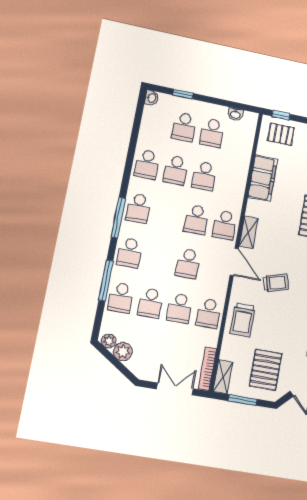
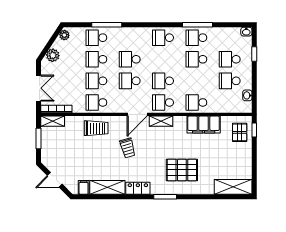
school desk: (204, 176) -> (196, 102), moved
window: (118, 217) -> (197, 25), moved
school desk: (130, 253) -> (130, 59), moved
trolley: (243, 320) -> (96, 128), turned 180
plant: (123, 352) -> (53, 55), moved
pallet: (266, 370) -> (63, 151), removed

